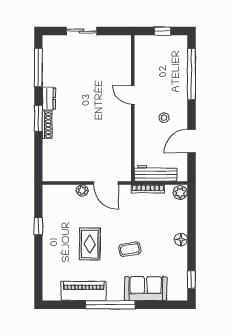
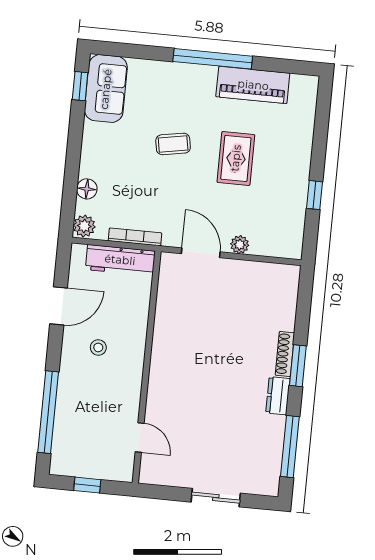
door: (133, 95) -> (140, 438), moved
floor lamp: (181, 239) -> (87, 189), moved
sofa: (146, 289) -> (106, 89), moved, turned -90

